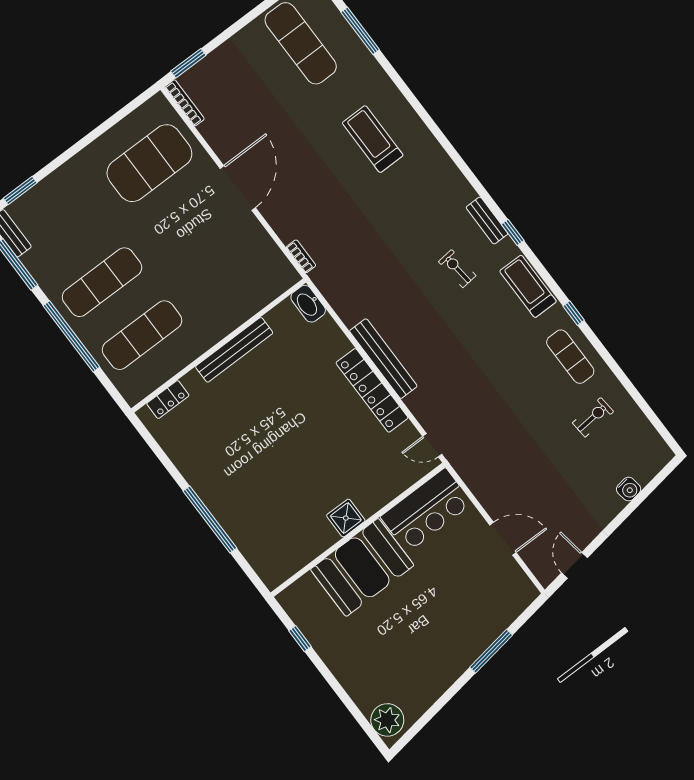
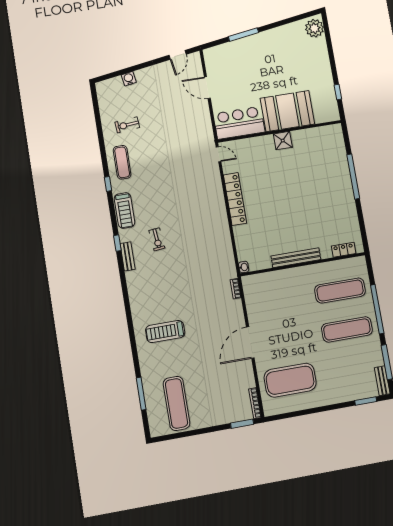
treadmill: (373, 139) -> (165, 331), turned 90
washbasin: (308, 304) -> (244, 267), width x0.52, depth x0.69
bench: (383, 359) -> (220, 212), removed

